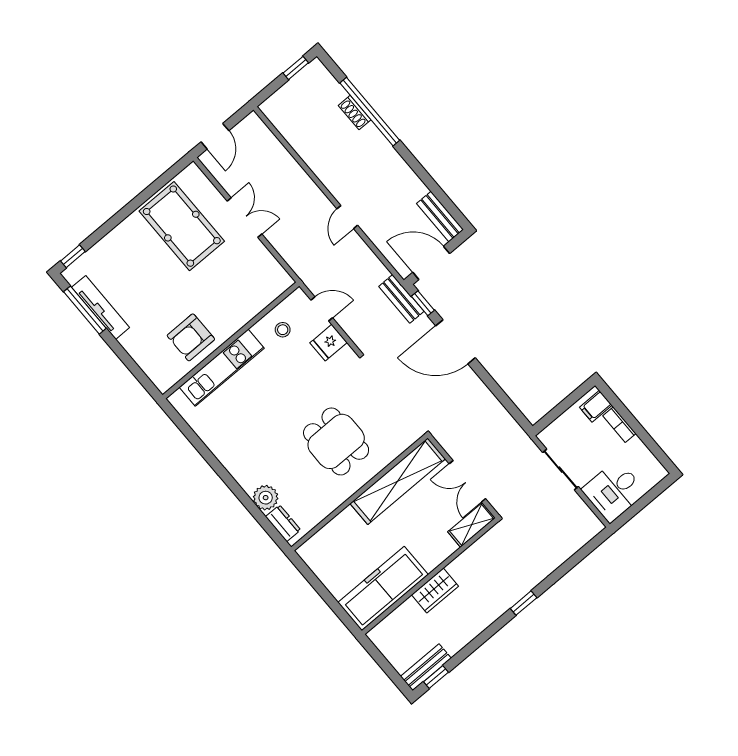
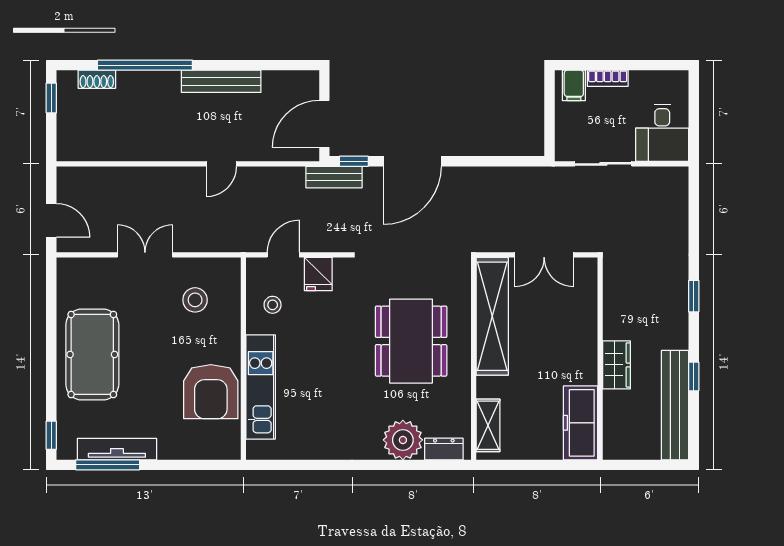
shoe rack: (355, 113) -> (97, 79), moved
door: (347, 217) -> (221, 164), hinge flipped
bench: (440, 217) -> (221, 81), moved, width x1.36
pool table: (182, 226) -> (92, 354), moved, turned 90
stool: (243, 276) -> (195, 300), added
armchair: (191, 337) -> (211, 392), width x1.36, depth x1.36
dining table: (336, 441) -> (411, 341), width x1.37
plant: (266, 498) -> (403, 440), width x1.36, depth x1.36
shelving: (471, 525) -> (488, 425), moved
freezer: (383, 589) -> (580, 423), width x0.73, depth x0.79
bench: (426, 667) -> (675, 405), width x1.86, depth x1.21
window: (436, 677) -> (694, 376), moved

